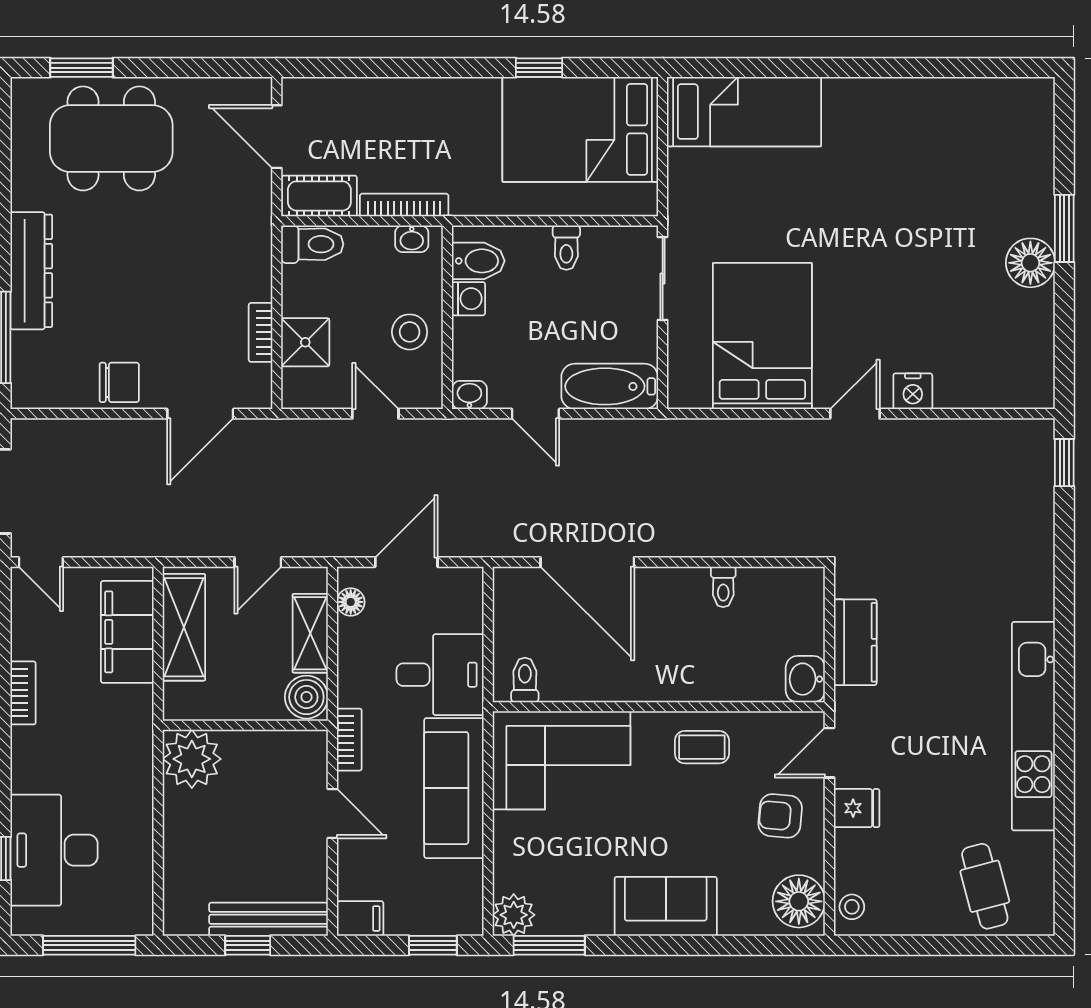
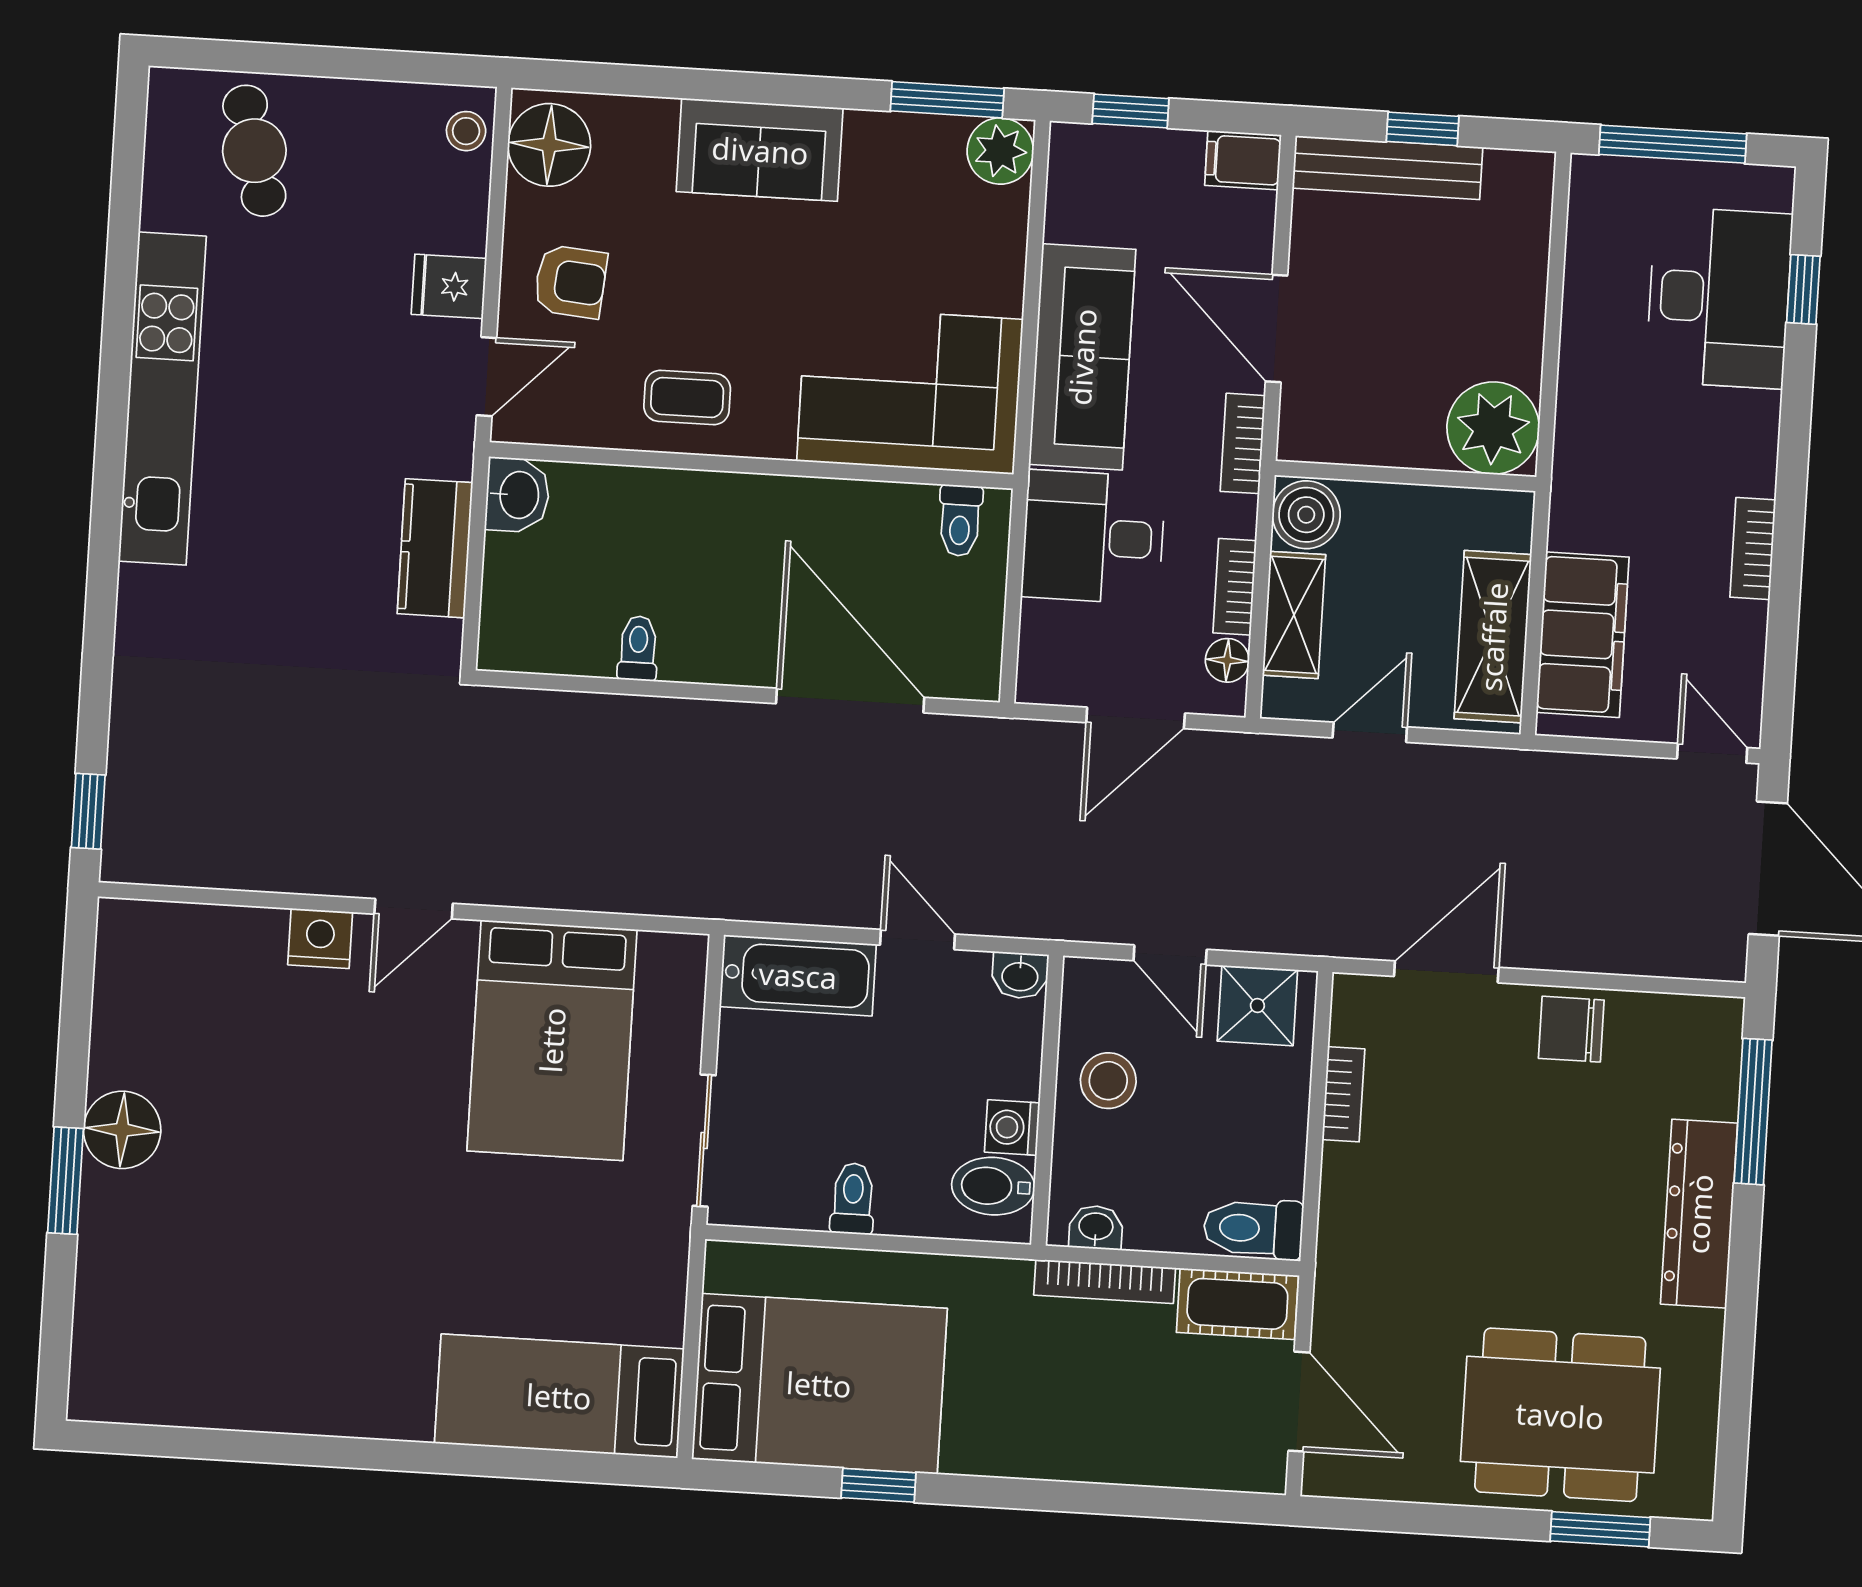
shower: (305, 342) -> (1257, 1006), moved
bookcase: (349, 649) -> (1235, 587), added
door: (332, 813) -> (1276, 328), width x1.38

